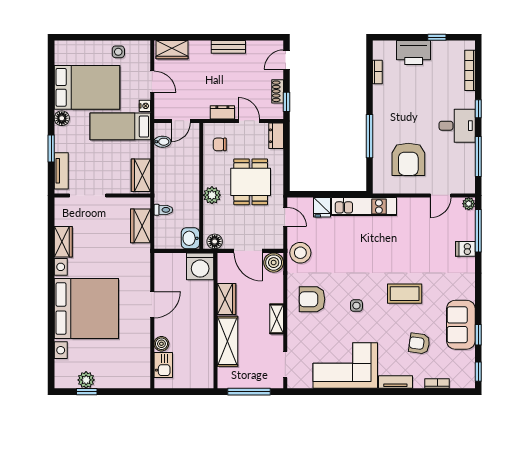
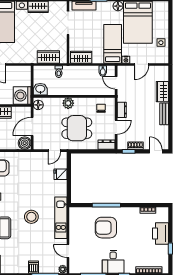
wardrobe: (172, 50) -> (162, 92), moved
armchair: (408, 159) -> (106, 228), moved
kitchen unit: (364, 206) -> (61, 218), moved
stool: (300, 253) -> (31, 217), moved

